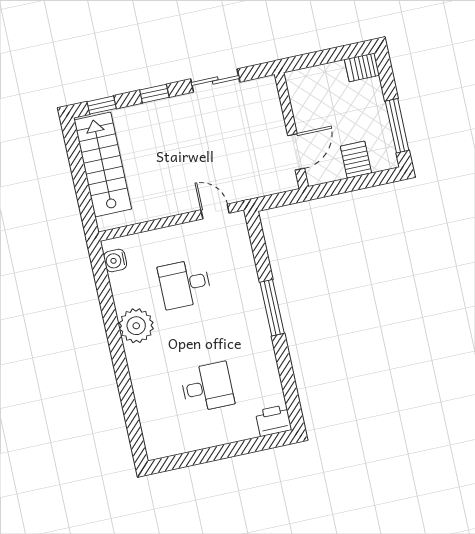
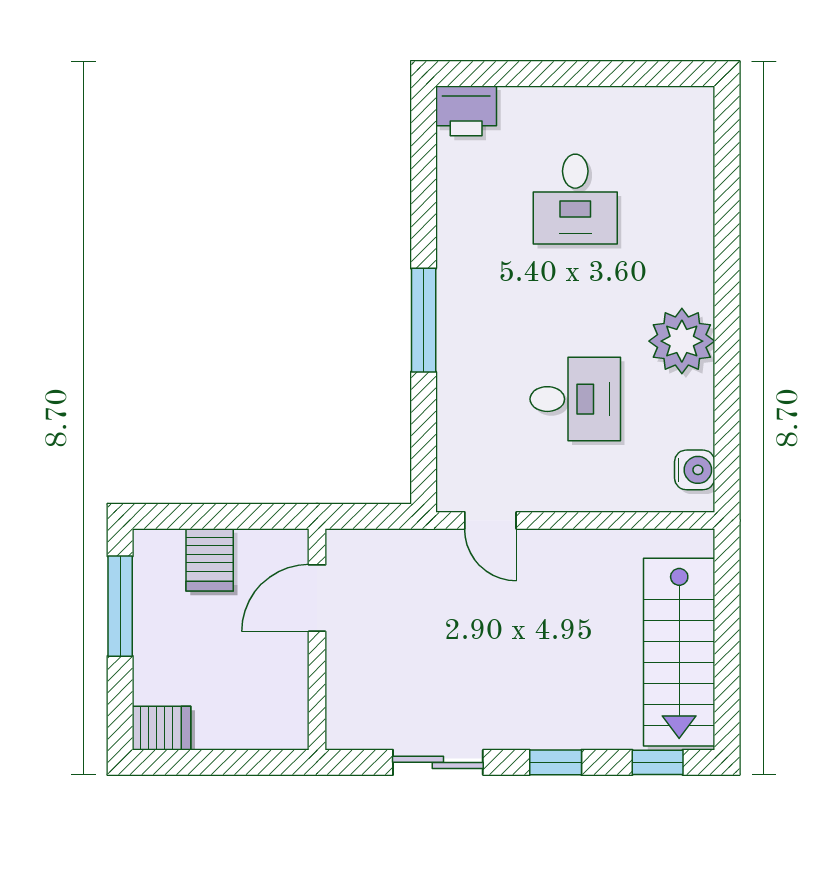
desk: (207, 387) -> (575, 199), turned -90

